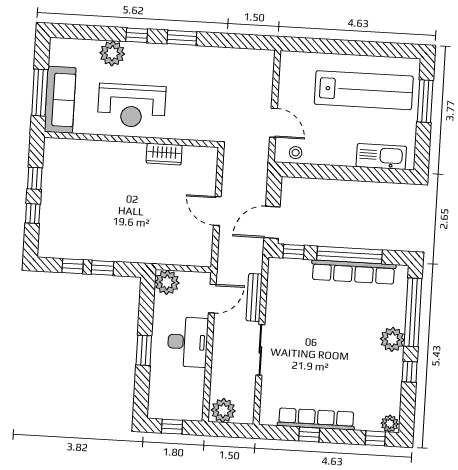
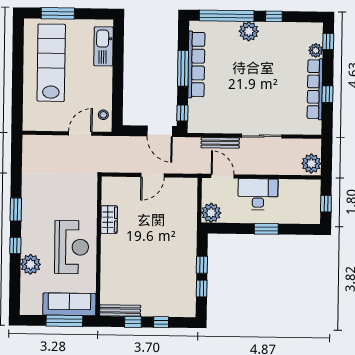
bench: (50, 163) -> (120, 310), added
window: (350, 255) -> (183, 68), width x0.68
plant: (390, 424) -> (316, 50), moved

